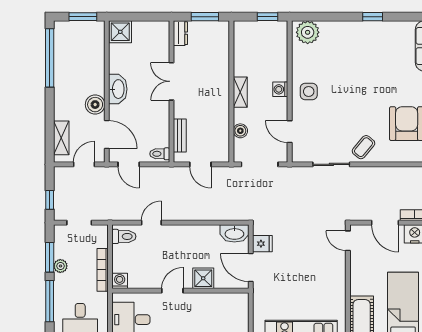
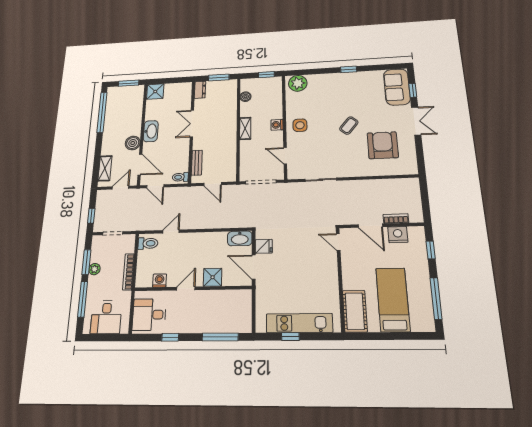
boiler: (240, 131) -> (245, 97), moved
coffee table: (363, 147) -> (349, 126), moved
washing machine: (120, 281) -> (160, 281), moved

